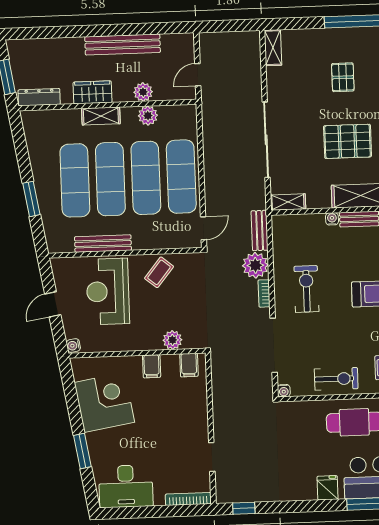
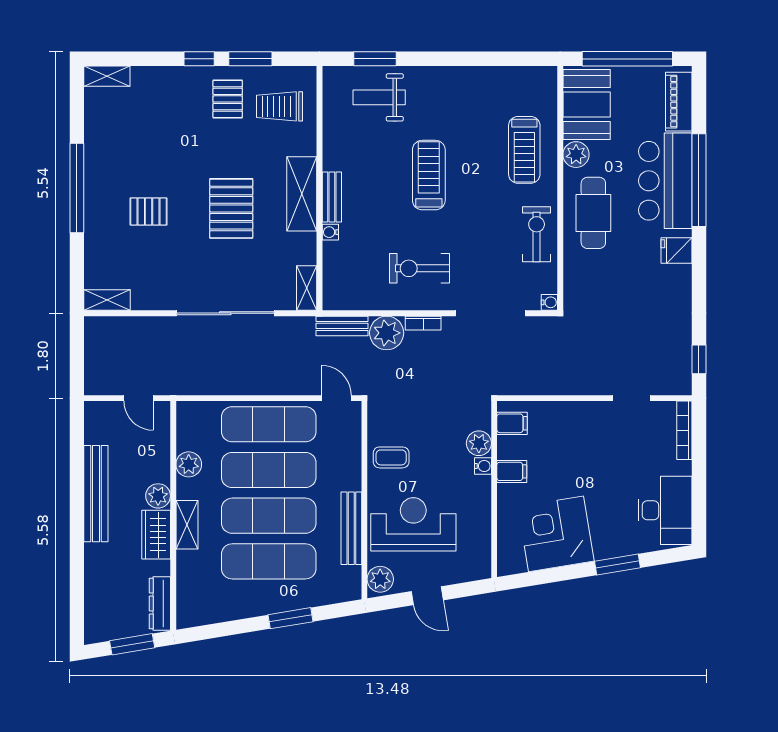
plant: (143, 92) -> (158, 496), moved
plant: (64, 267) -> (380, 579), added
coffee table: (159, 272) -> (391, 457), turned -39
reception desk: (108, 291) -> (413, 524), turned 180
water cooler: (73, 345) -> (483, 466), moved, turned -81

